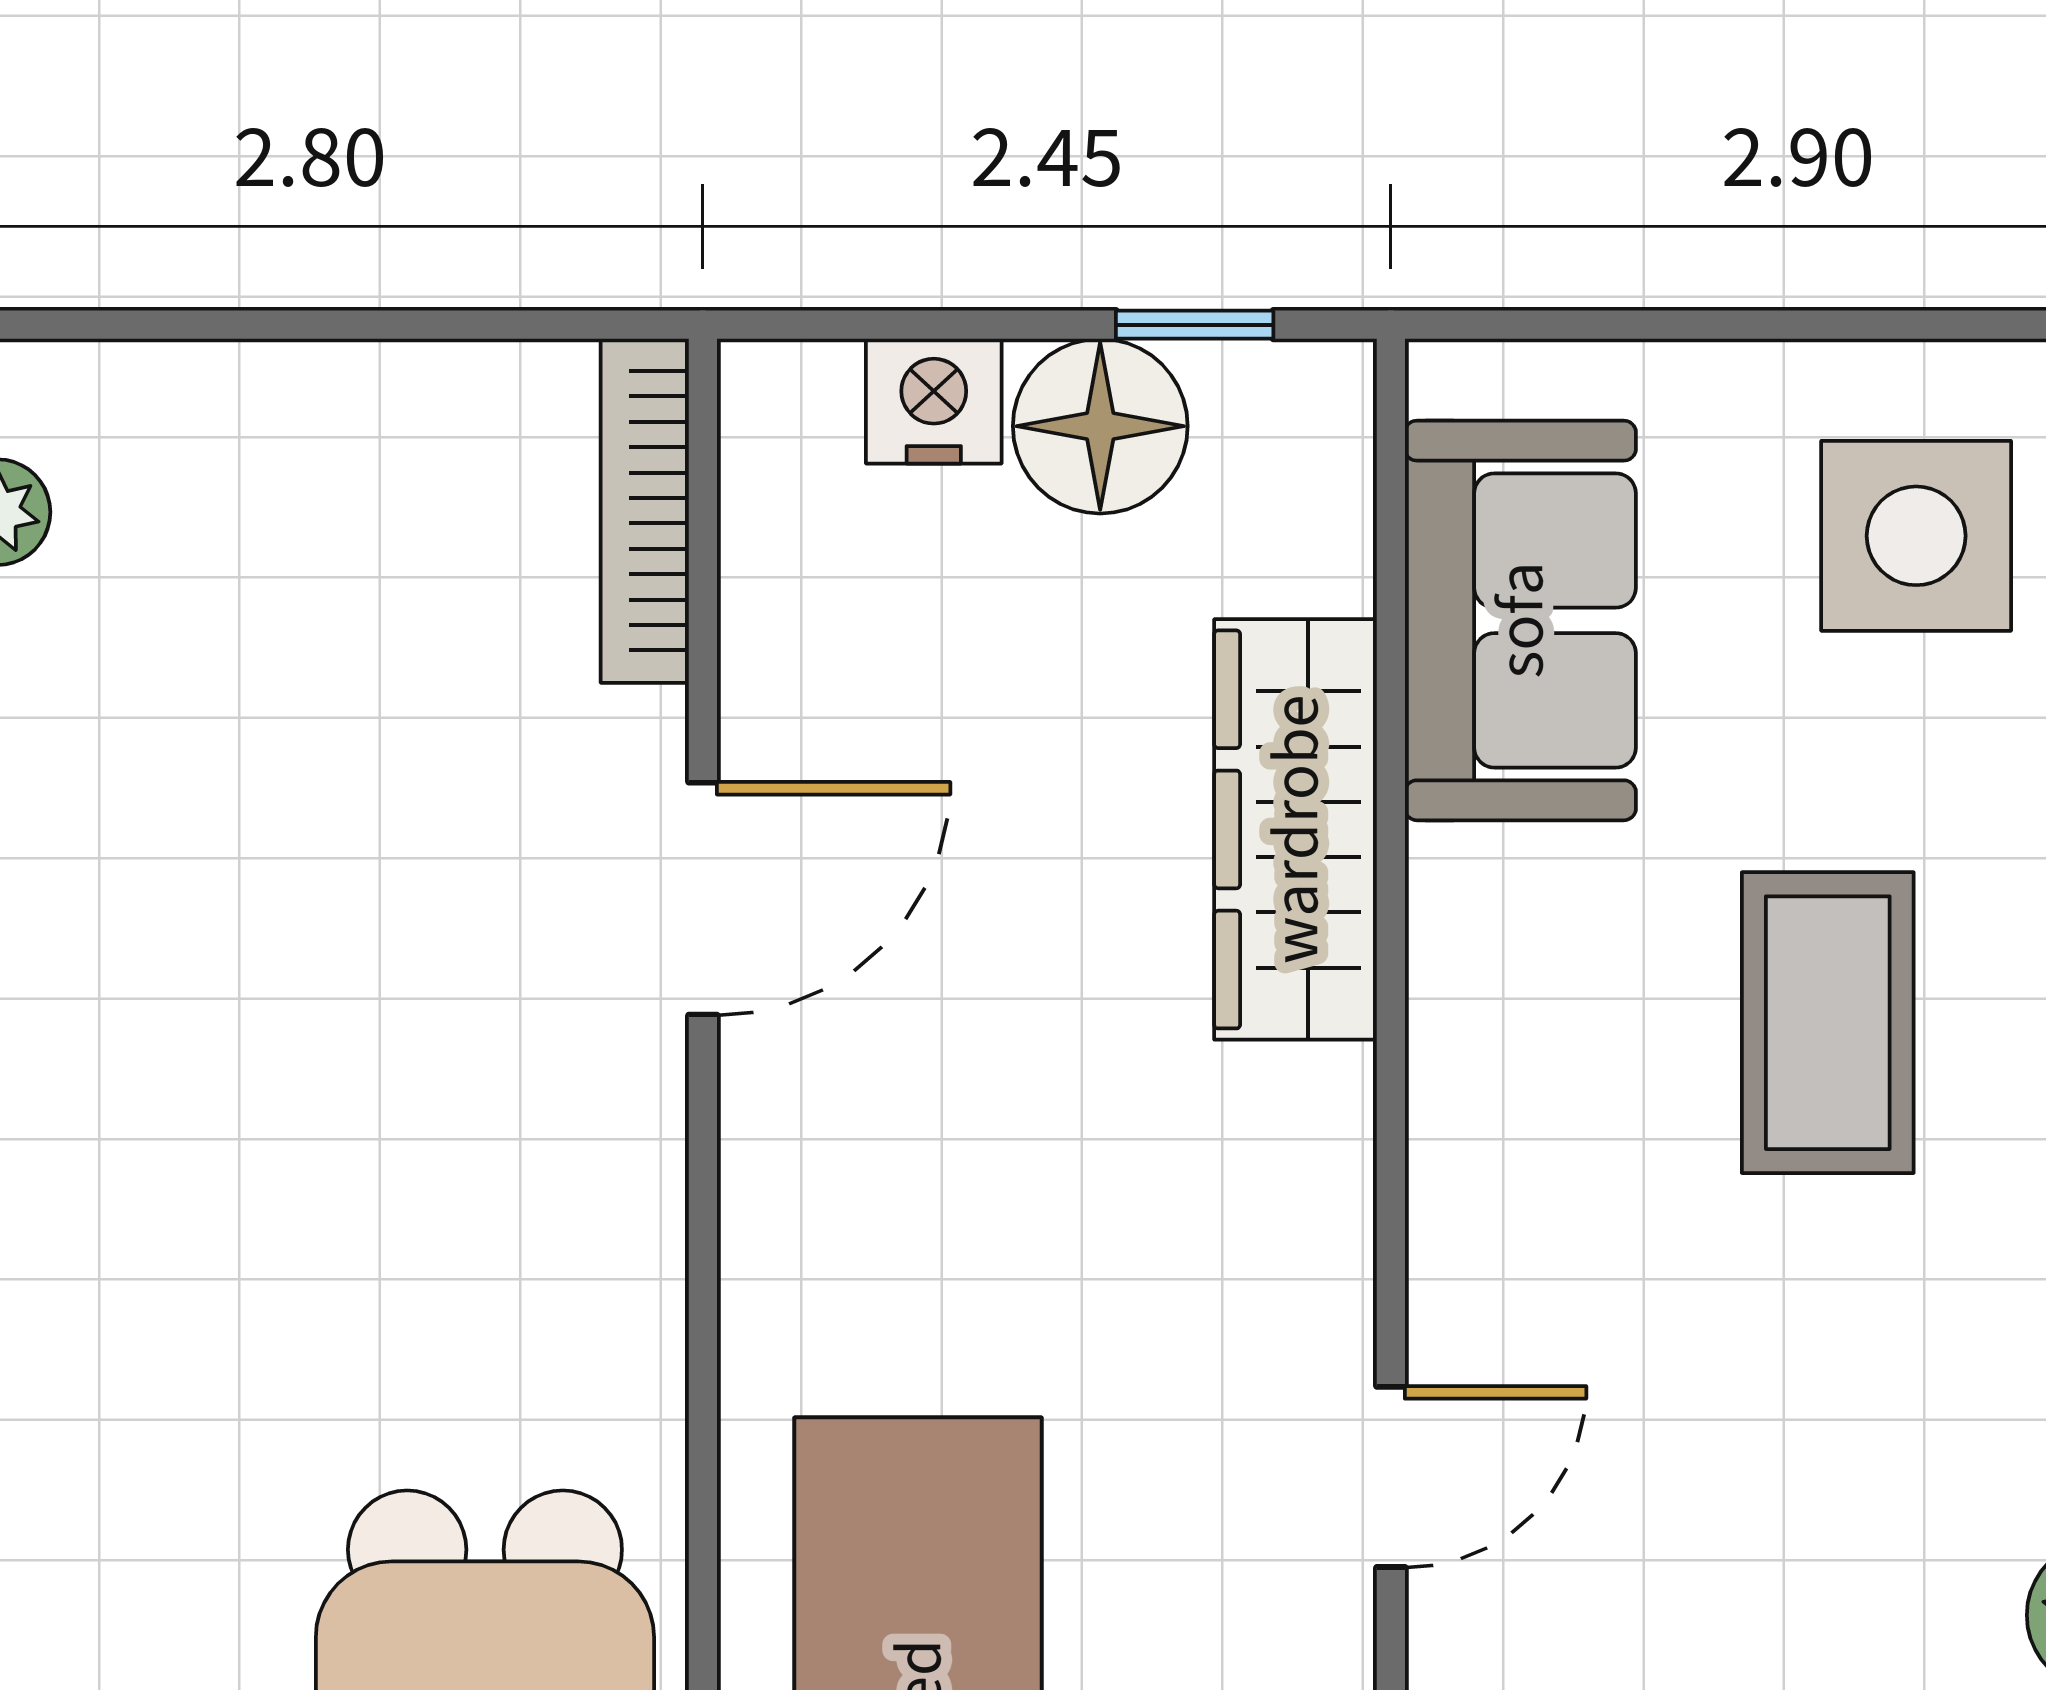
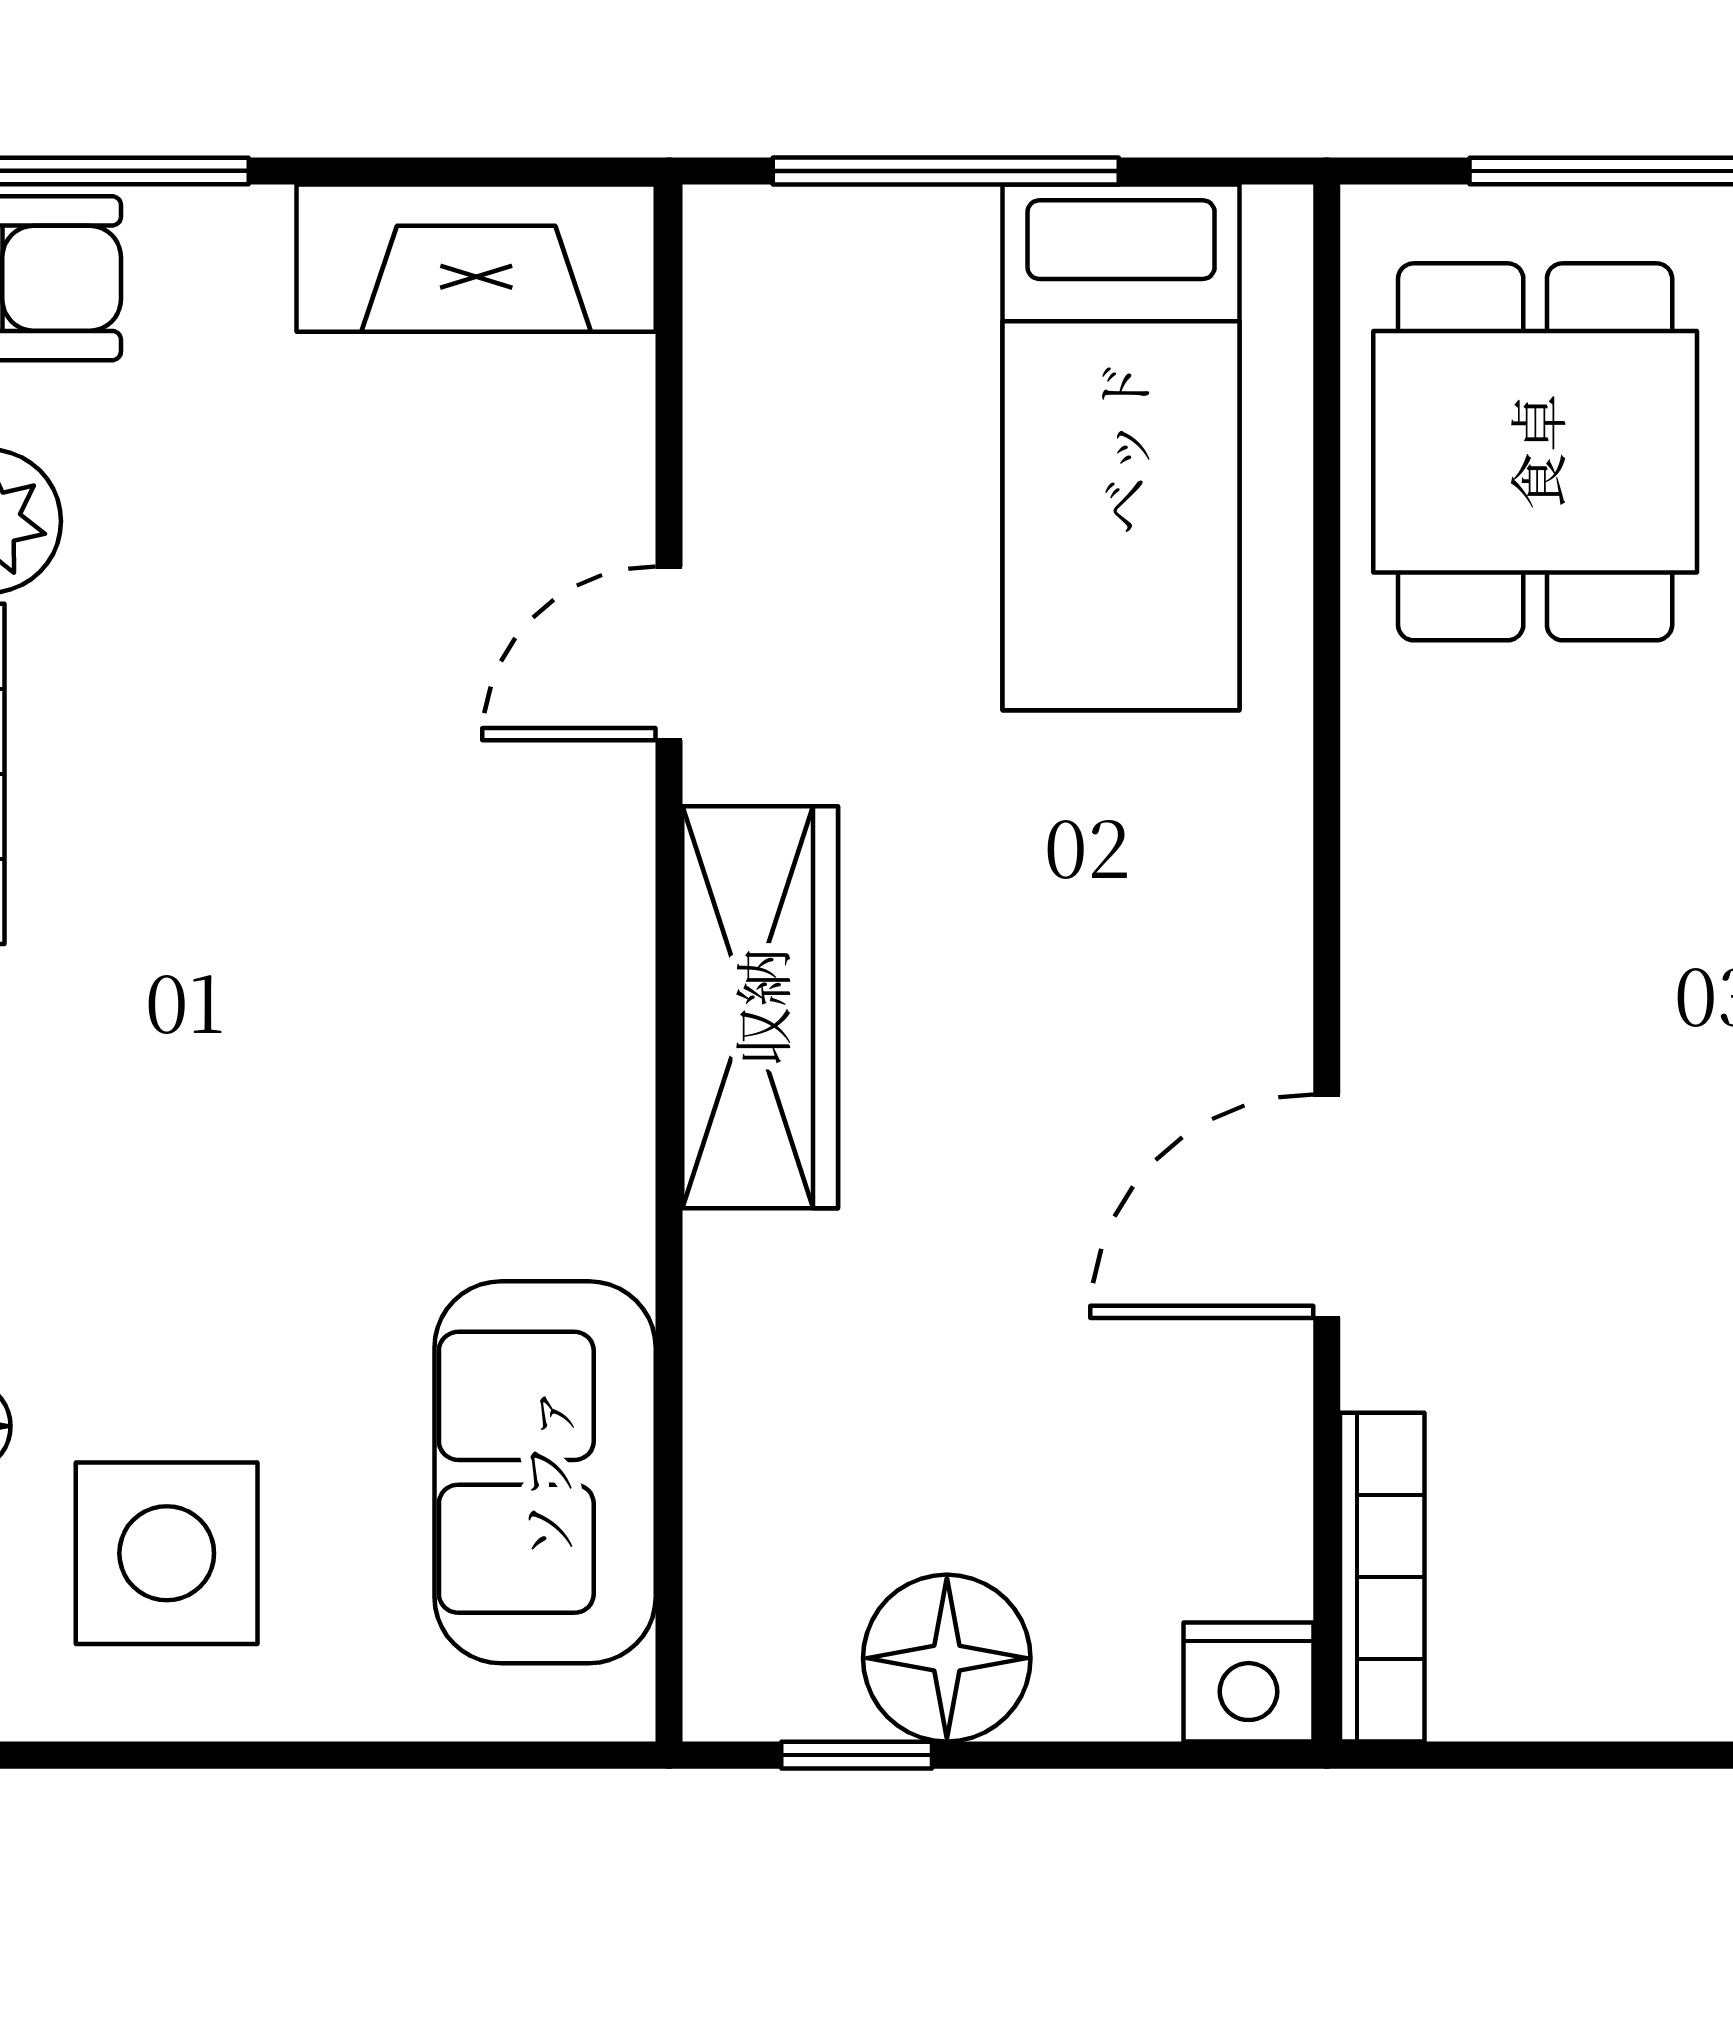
nightstand: (934, 401) -> (1249, 1682), moved
wardrobe: (1295, 829) -> (760, 1007), moved
coffee table: (1828, 1023) -> (251, 1088), removed

